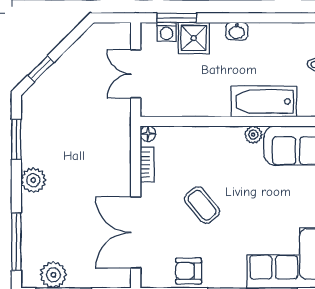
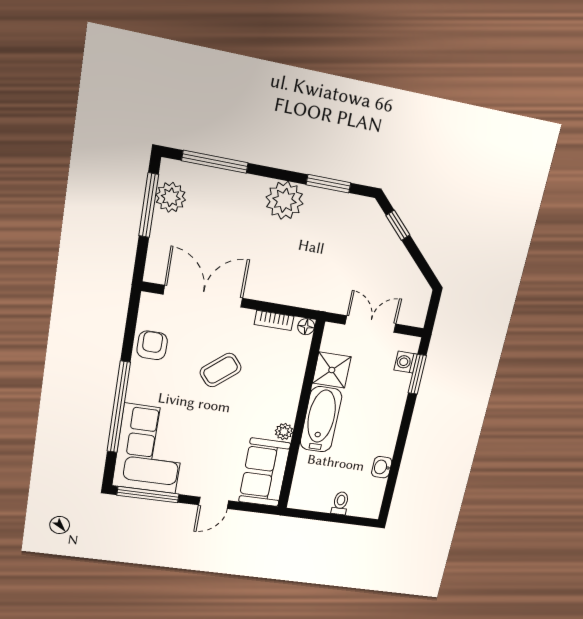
washbasin: (237, 31) -> (382, 467), moved
shower: (194, 38) -> (332, 370), moved
bathtub: (264, 101) -> (321, 419), moved
plant: (33, 180) -> (285, 200), width x1.36, depth x1.36

